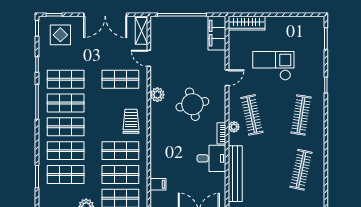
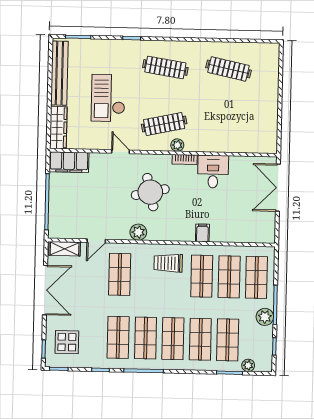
bench: (235, 174) -> (59, 73), moved, turned 90
filing cabinet: (158, 184) -> (202, 233), moved
plant: (44, 193) -> (248, 365), added

